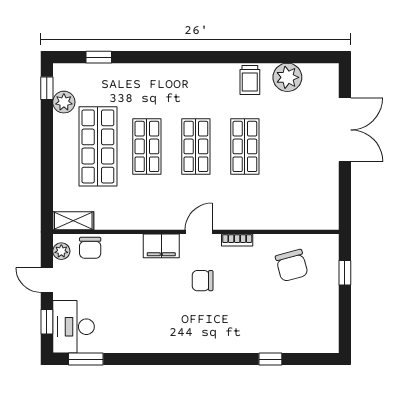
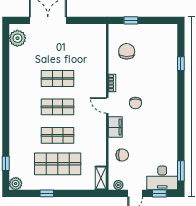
plant: (287, 77) -> (17, 38), moved
trolley: (250, 80) -> (19, 76), removed
window: (47, 88) -> (47, 193), moved
plant: (64, 102) -> (16, 184), moved
chair: (90, 248) -> (122, 155), moved
chair: (292, 265) -> (127, 51), turned -74

